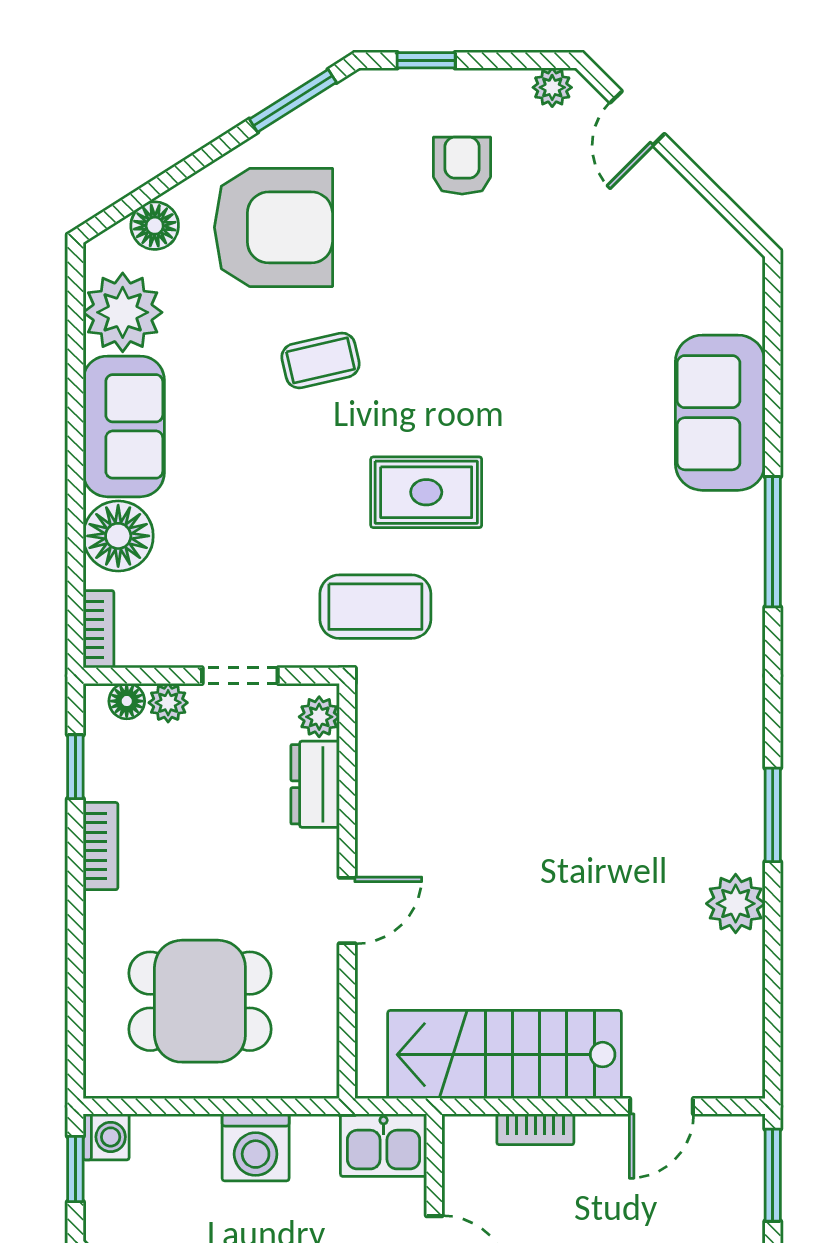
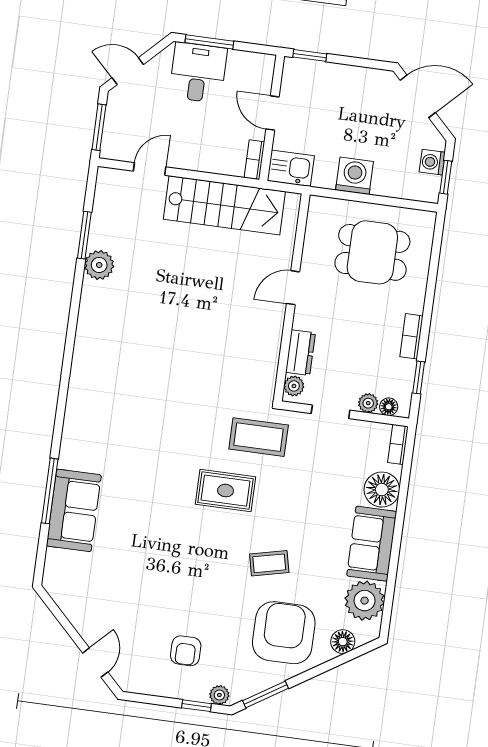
plant: (552, 87) -> (219, 695), moved
armchair: (273, 227) -> (284, 633), turned 90
window: (773, 542) -> (50, 491), moved
window: (773, 815) -> (84, 235), moved
bookcase: (535, 1129) -> (254, 160), moved, turned -90
washing machine: (106, 1137) -> (432, 162), moved

